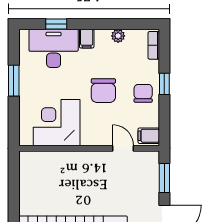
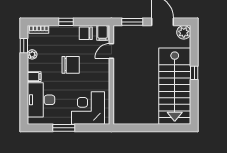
window: (56, 24) -> (24, 46), moved
chair: (143, 93) -> (86, 33), moved
corner desk: (57, 123) -> (88, 108), moved, turned 90

